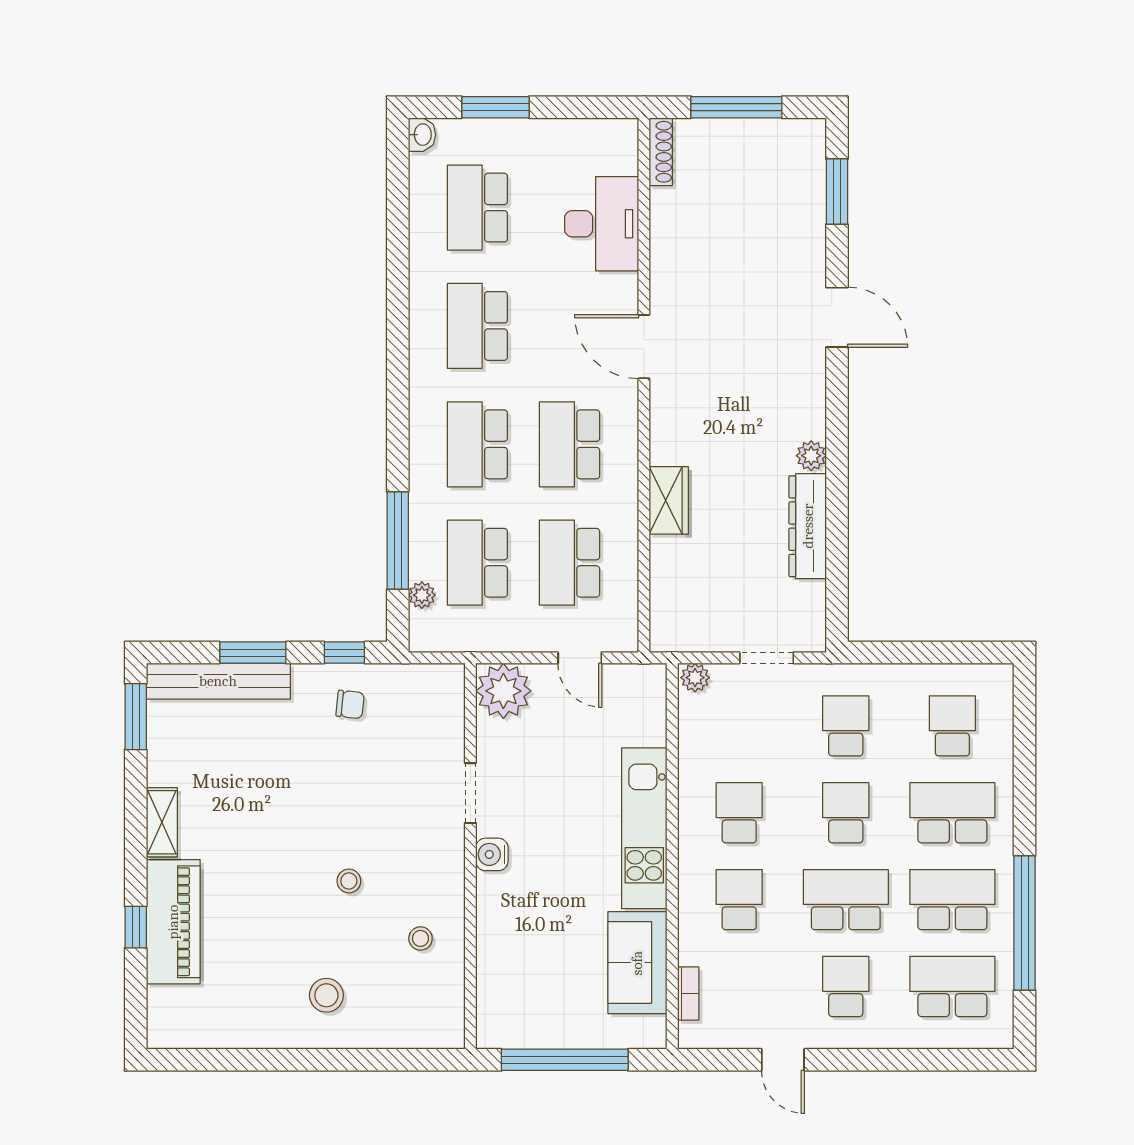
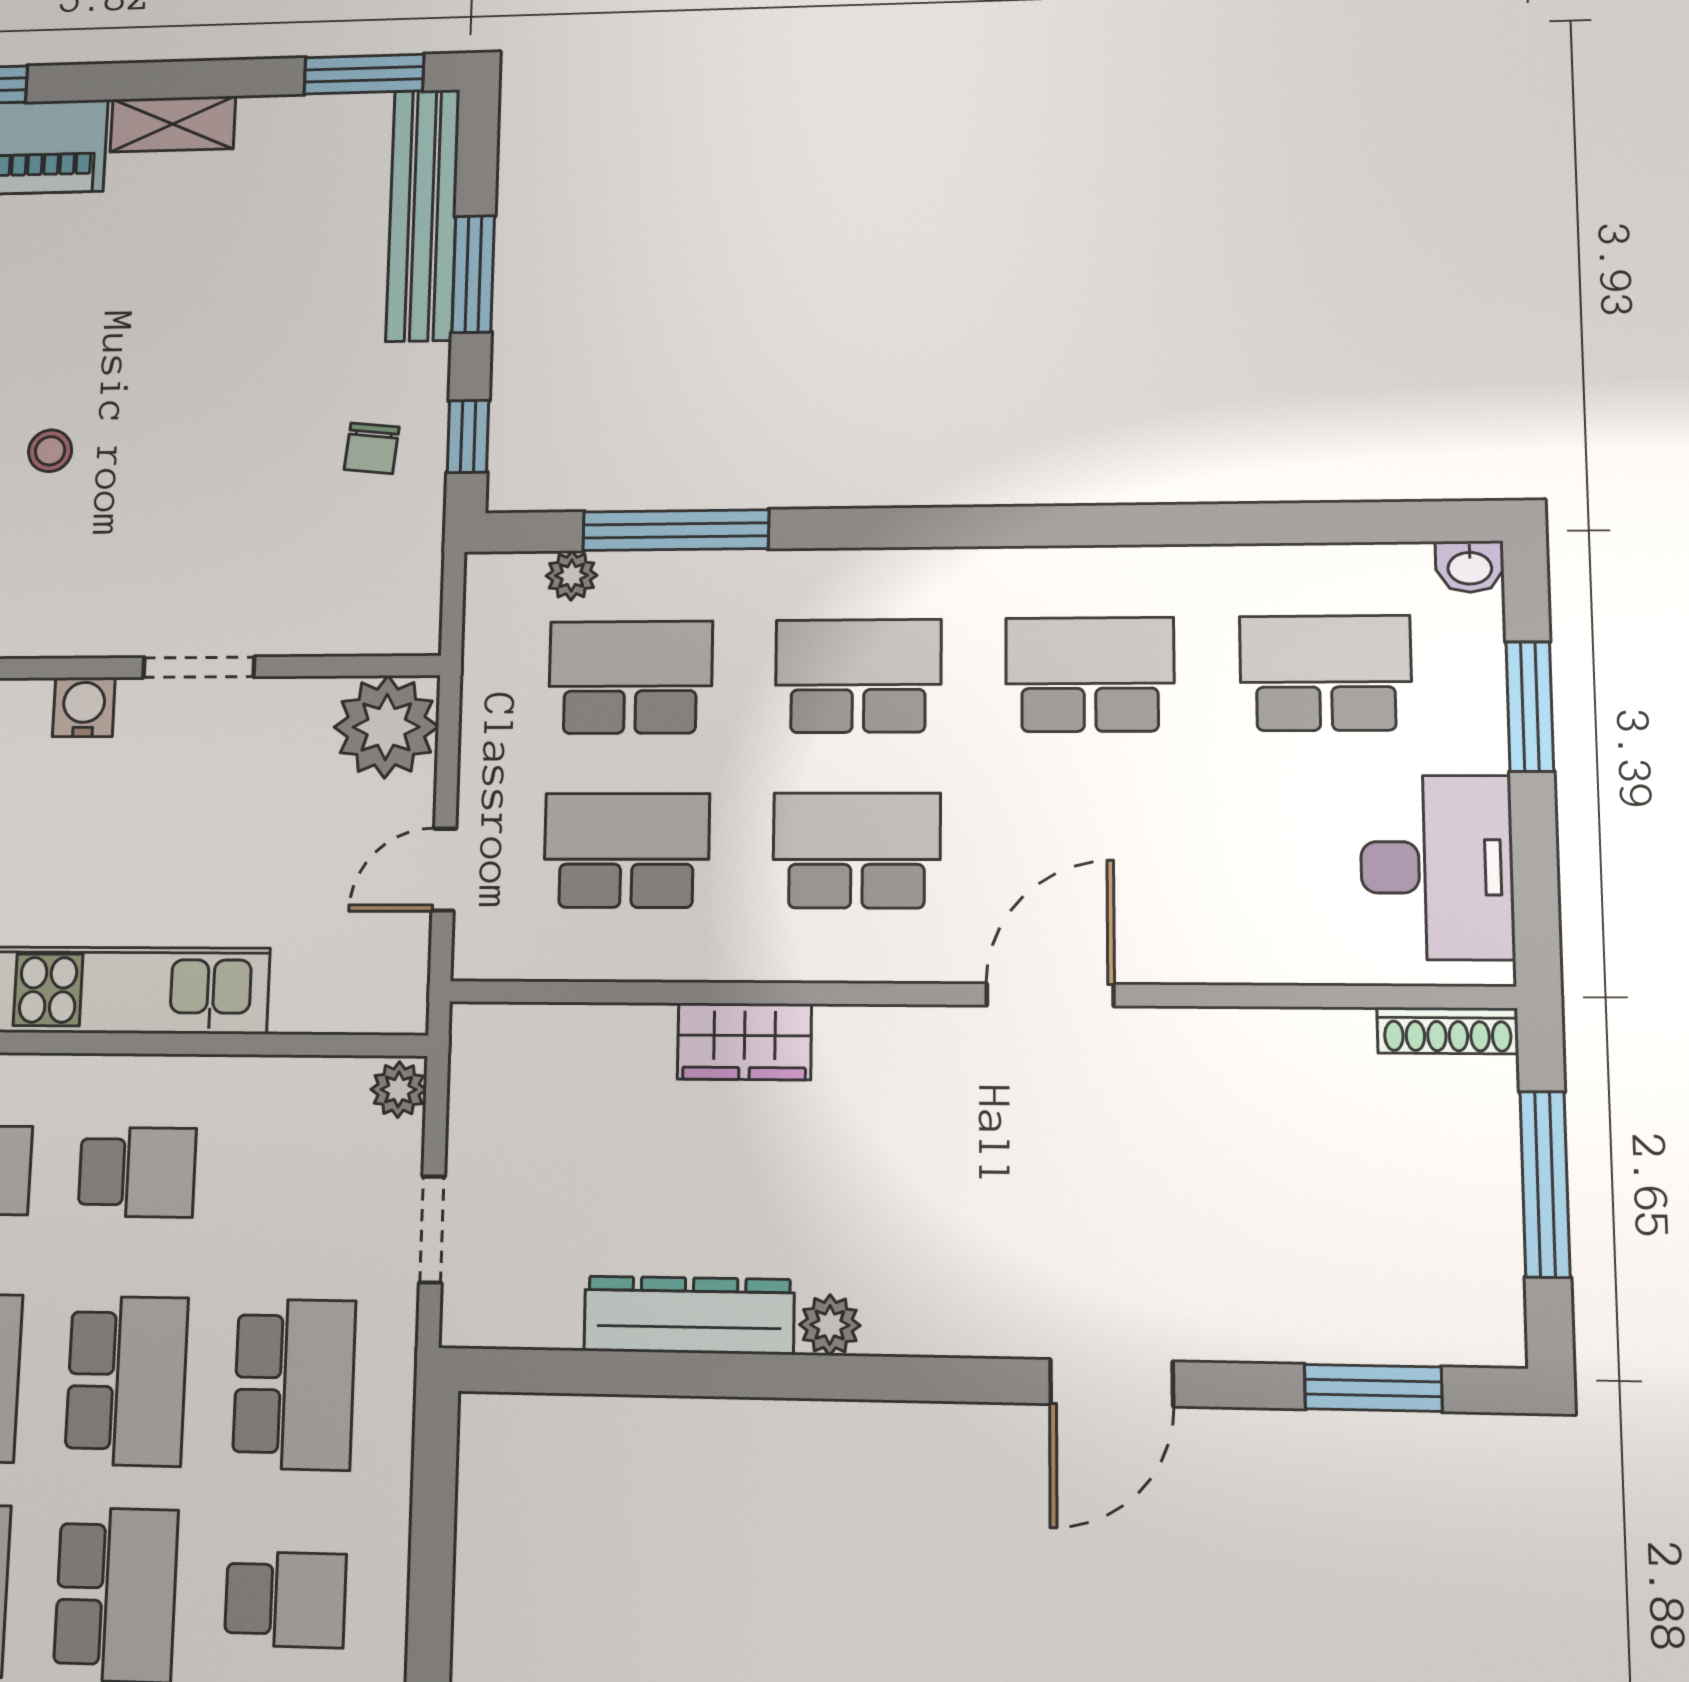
desk: (602, 224) -> (1437, 867), moved, turned -90
school desk: (846, 726) -> (294, 1384), width x1.85
school desk: (846, 813) -> (127, 1381), width x1.85

